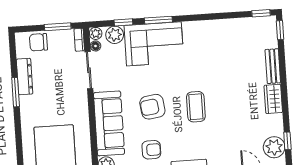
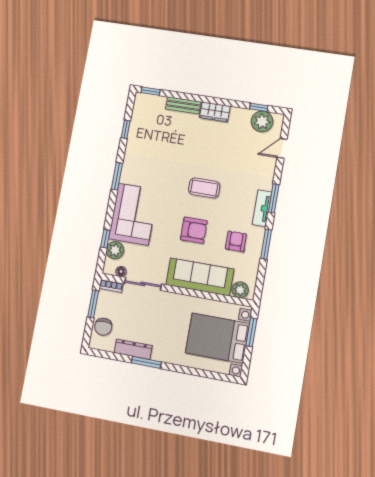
window: (261, 13) -> (126, 129), moved
window: (158, 20) -> (117, 176), moved
plant: (96, 33) -> (109, 268), removed
armchair: (152, 107) -> (194, 230), turned -82

